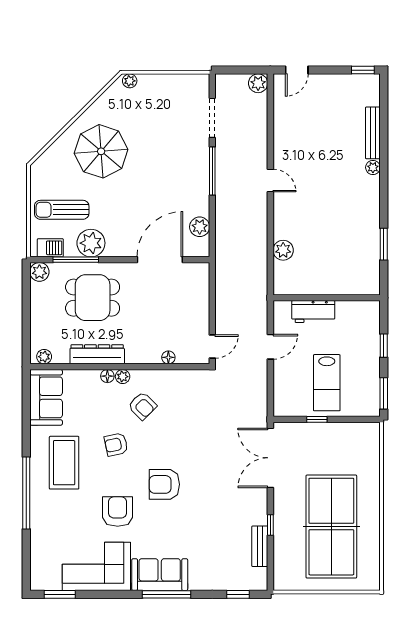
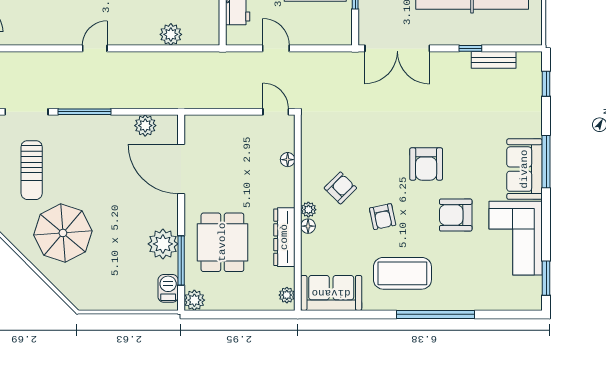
sun lounger: (62, 210) -> (32, 170), moved

